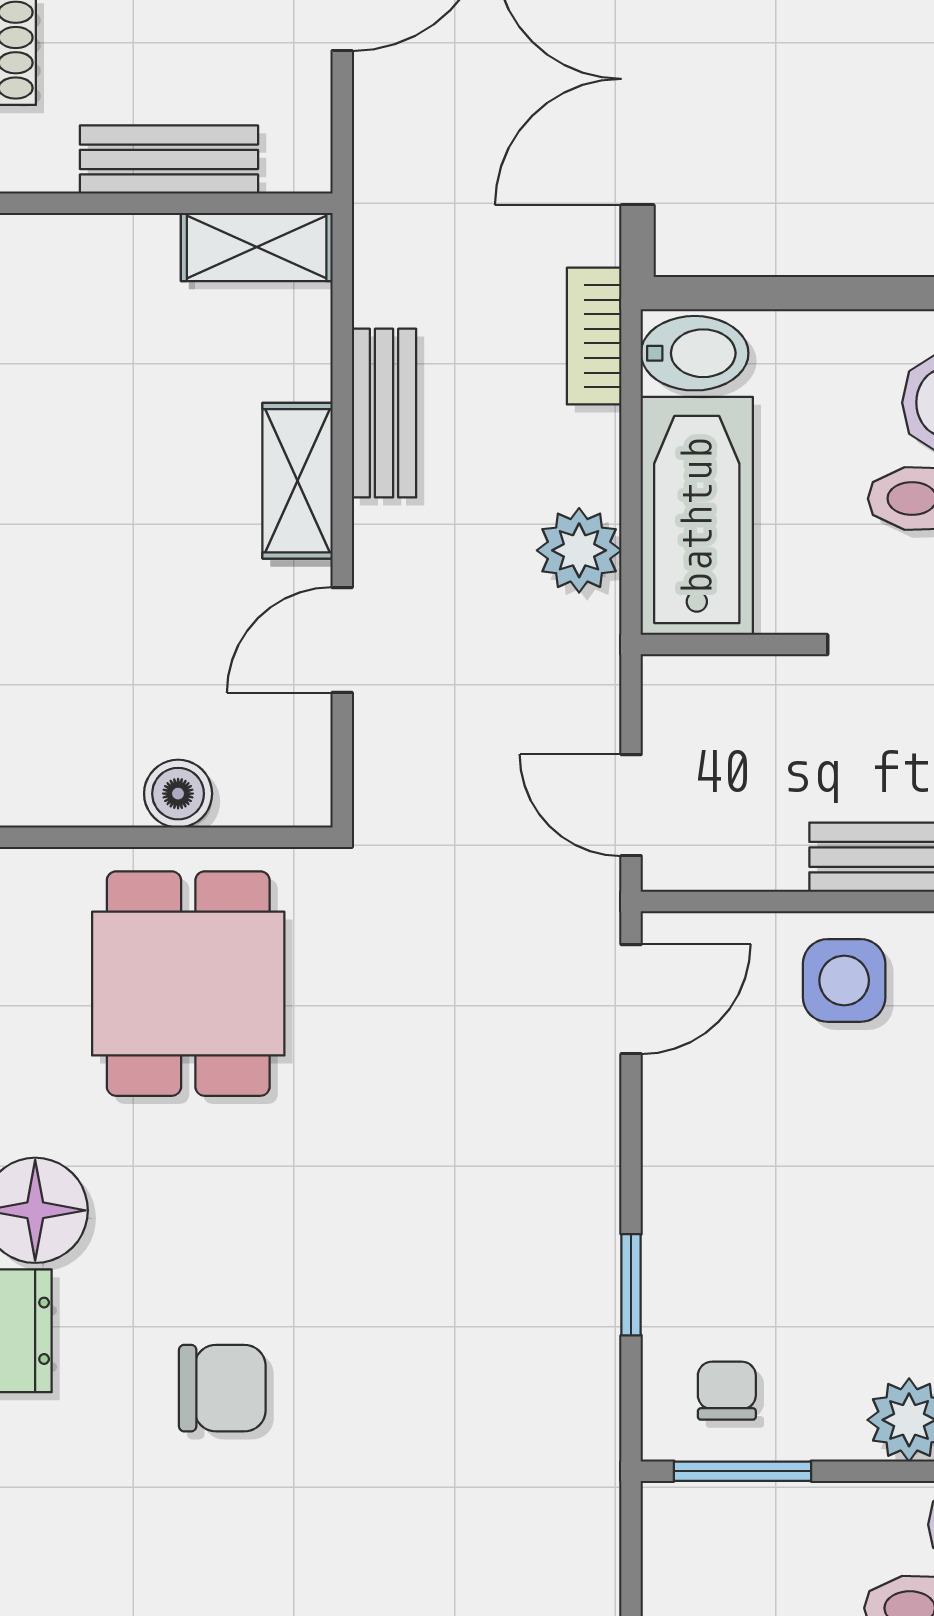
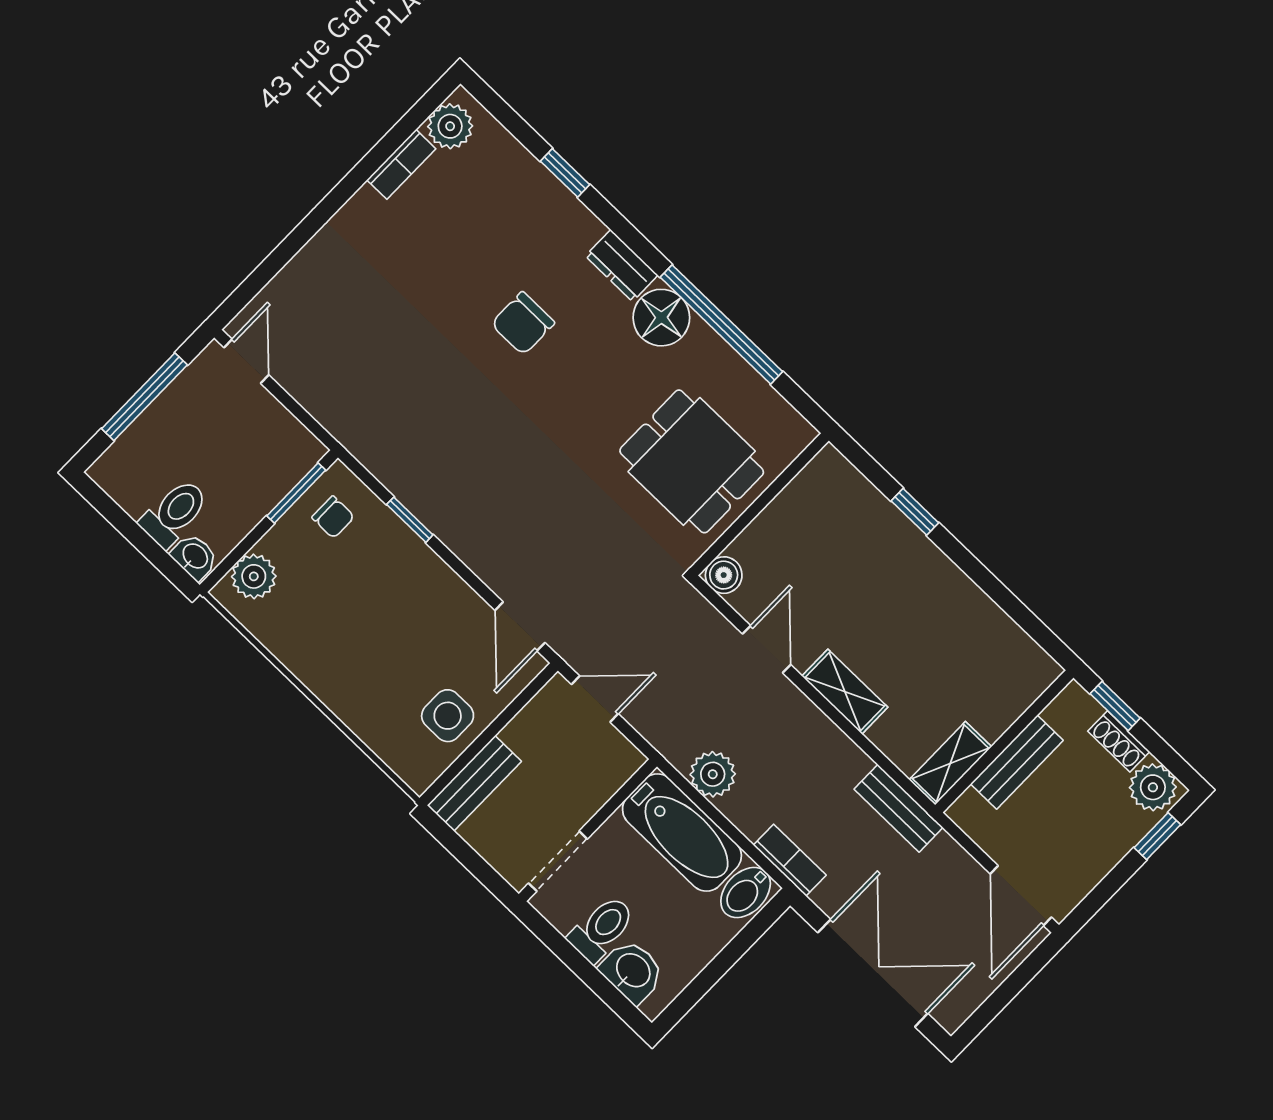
bench: (384, 413) -> (898, 808), moved
boiler: (178, 794) -> (724, 575), moved

